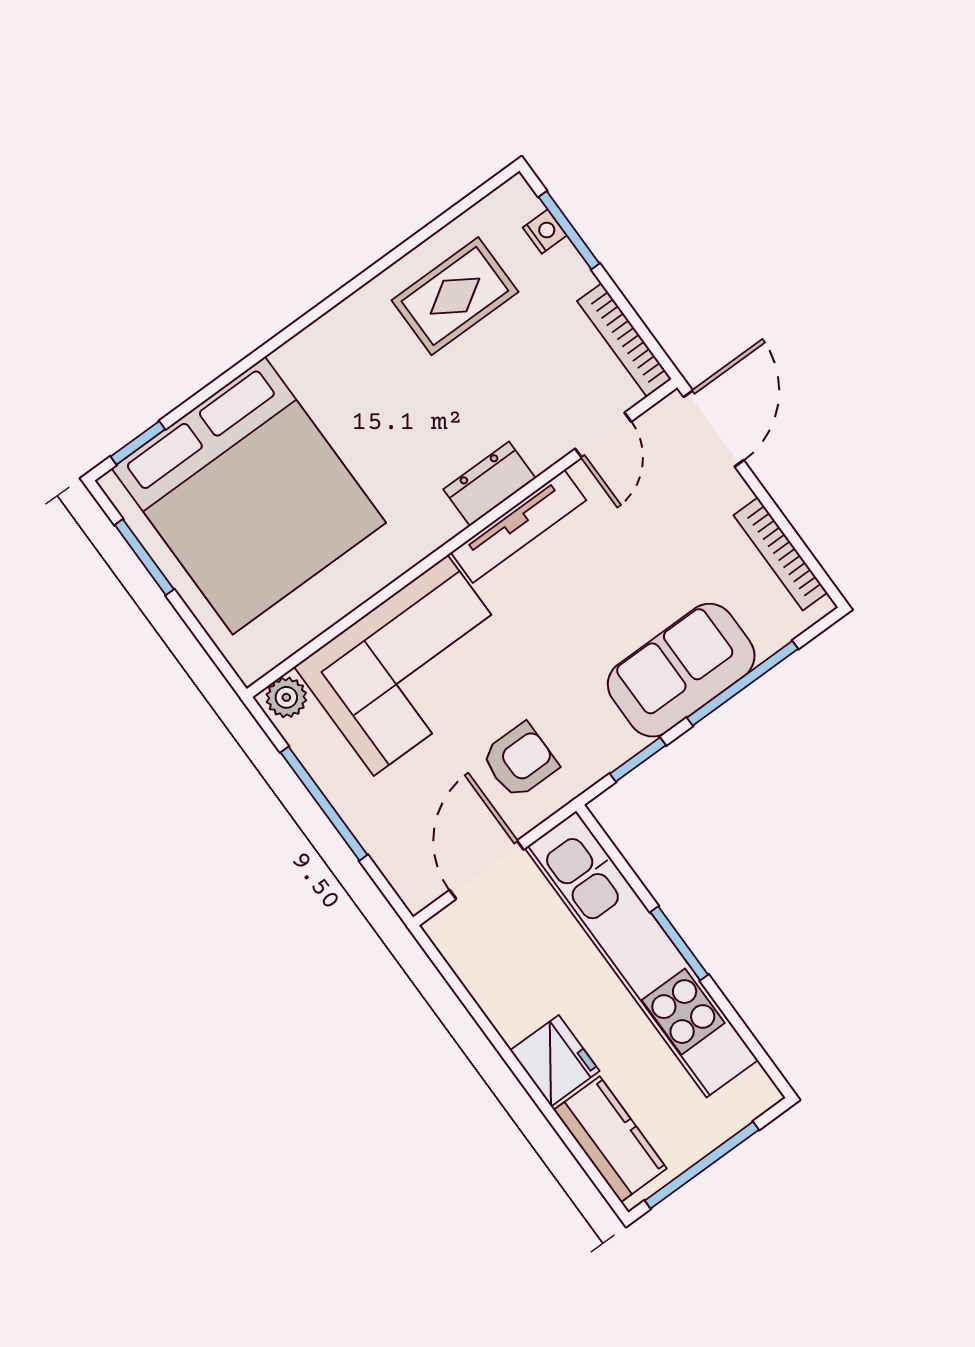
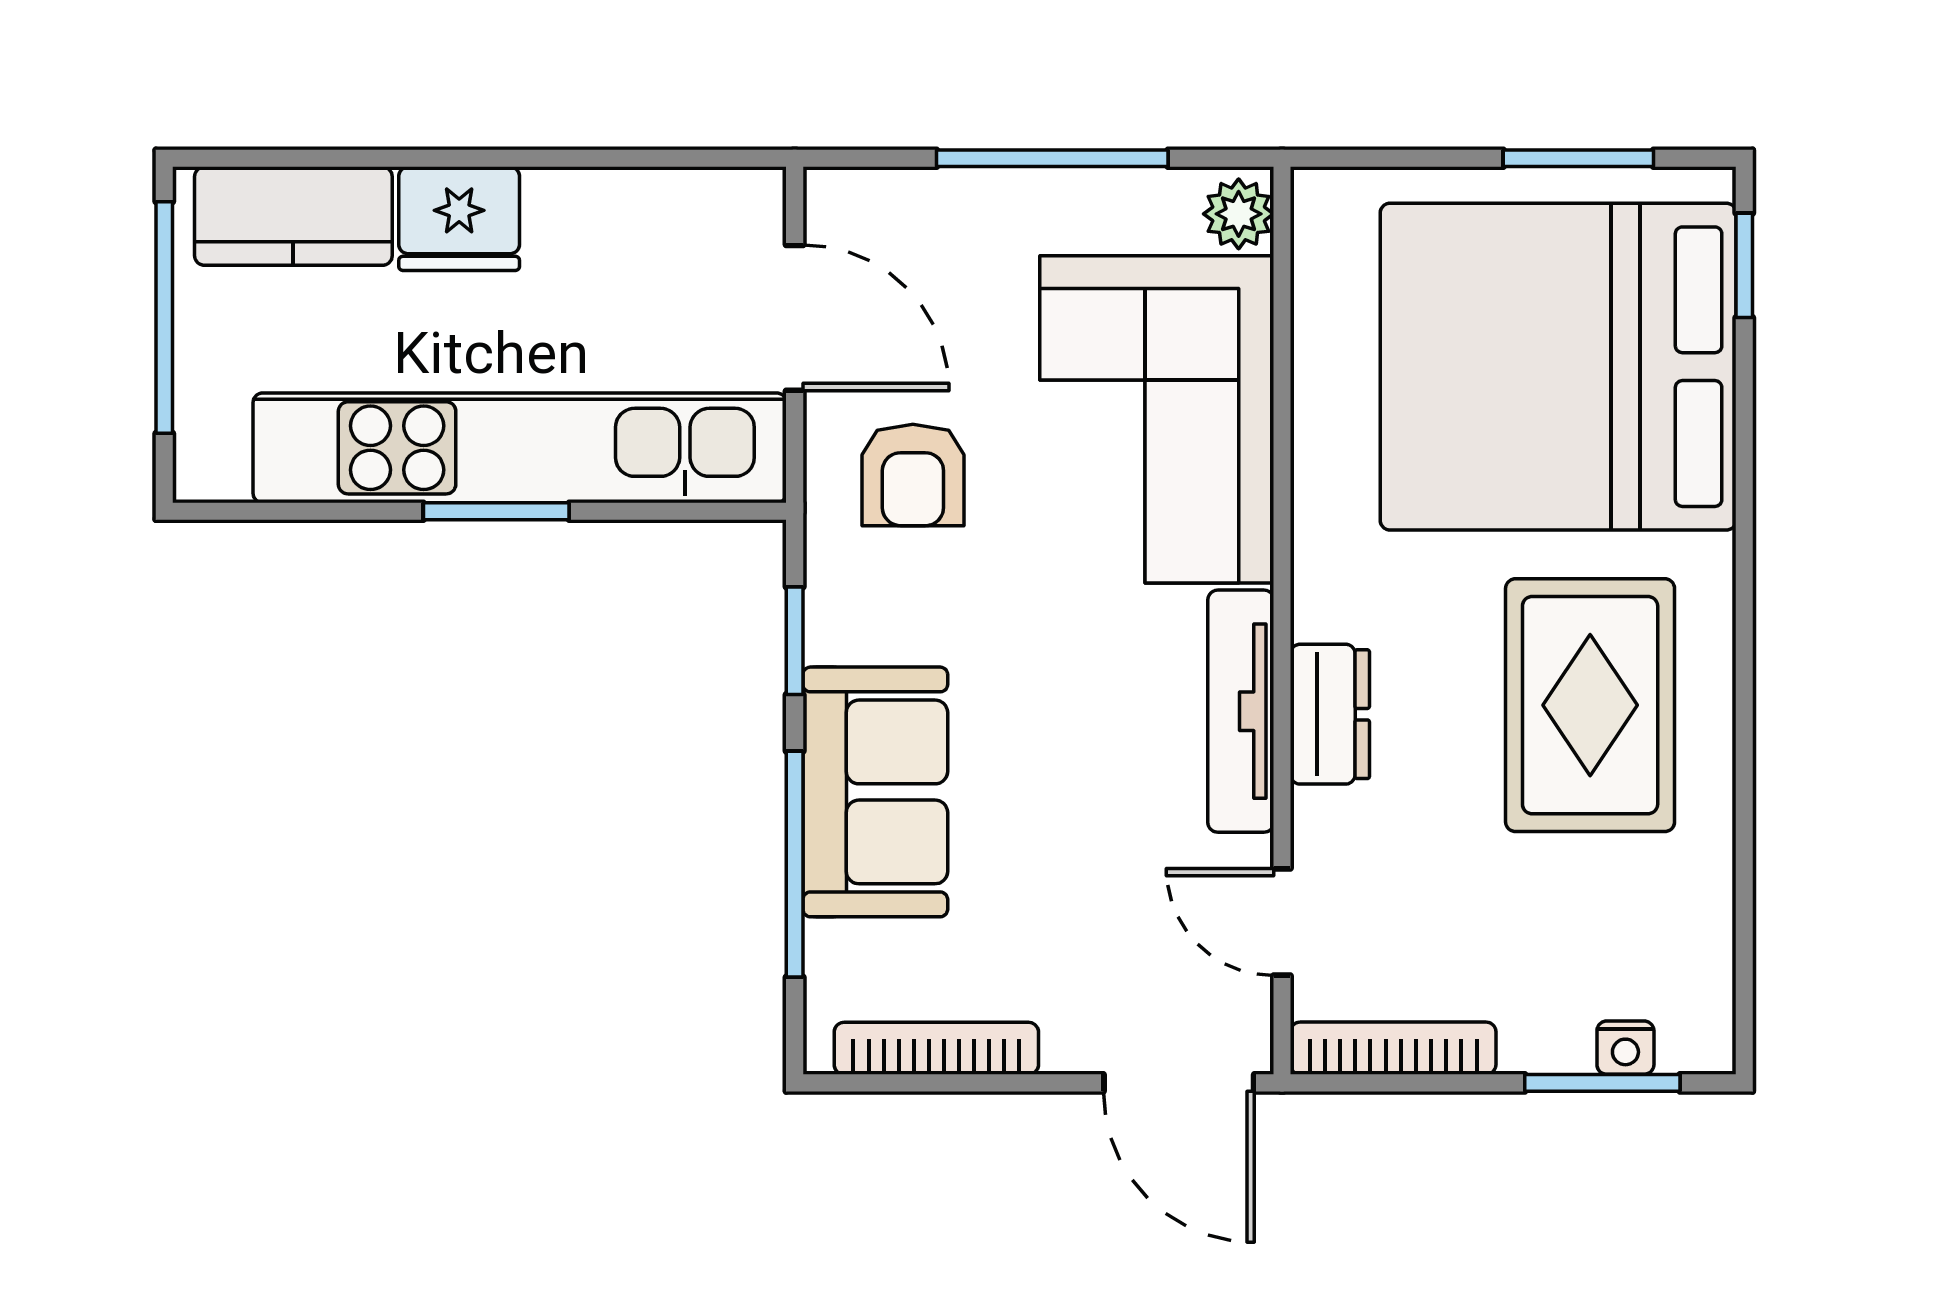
rug: (455, 296) -> (1590, 705), moved, width x1.36, depth x1.43

